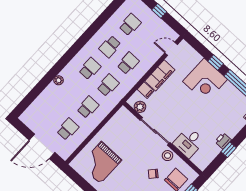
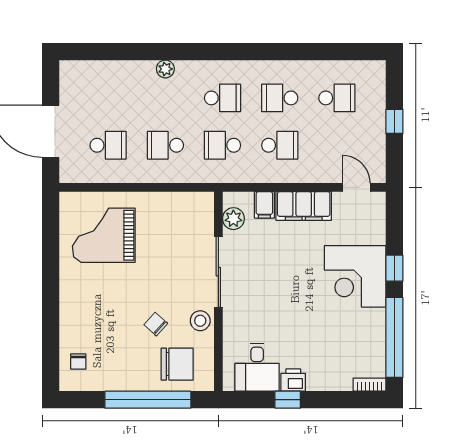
school desk: (108, 85) -> (223, 145), turned 180
school desk: (88, 107) -> (165, 145), turned 180
desk: (189, 142) -> (257, 367), moved, turned -90

